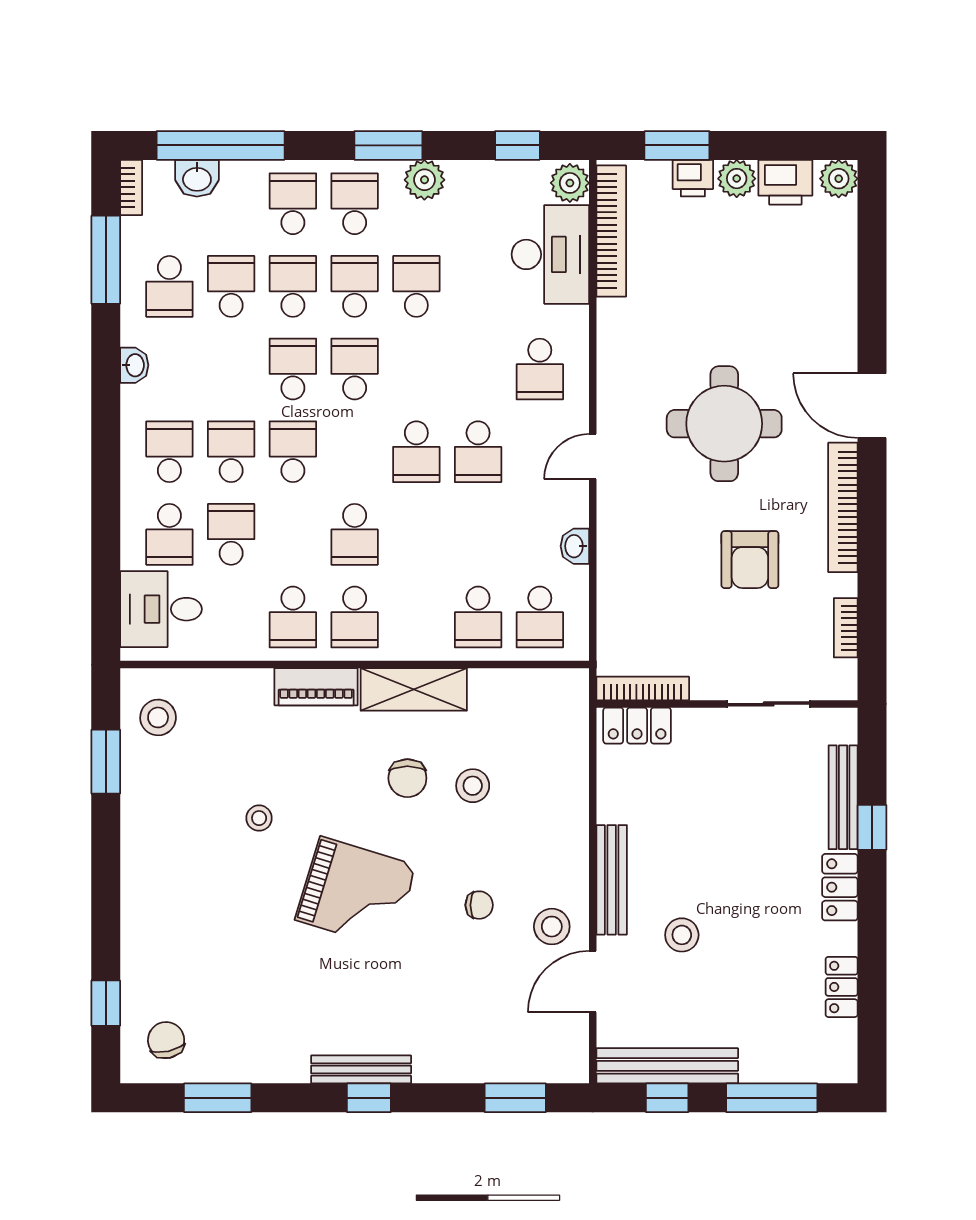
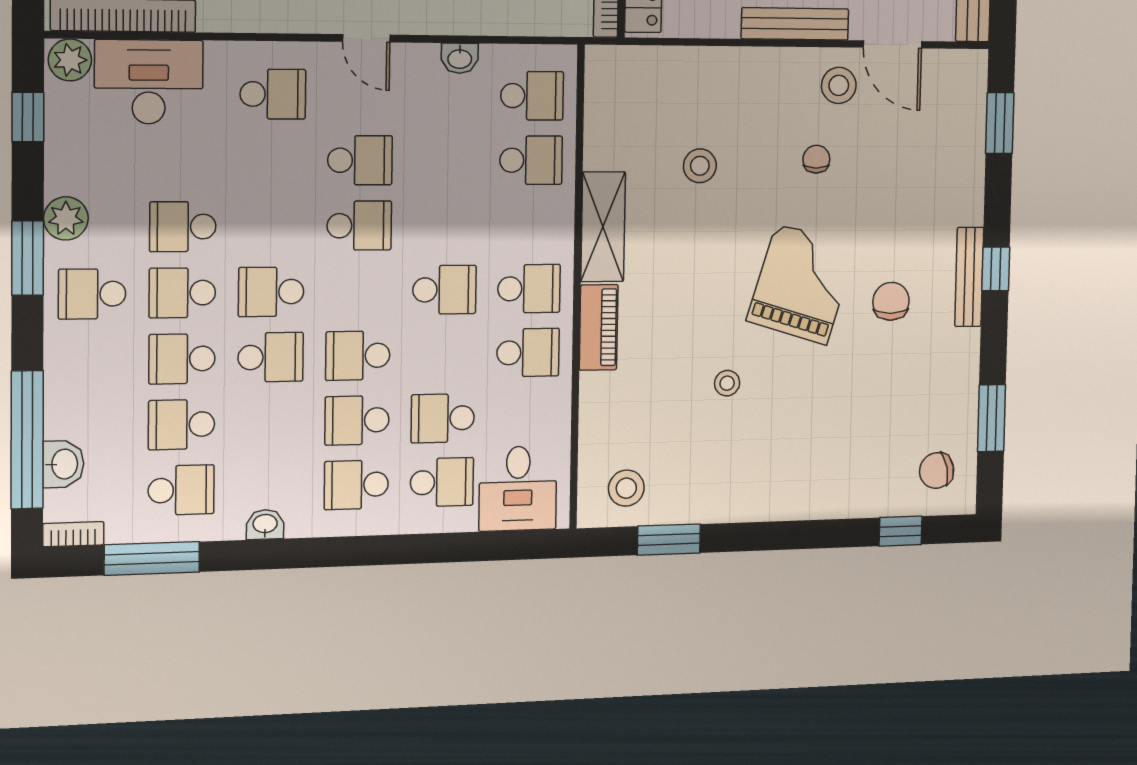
school desk: (293, 204) -> (92, 360), removed
school desk: (293, 369) -> (271, 357), turned 180
chair: (407, 778) -> (891, 301), moved, turned -90

